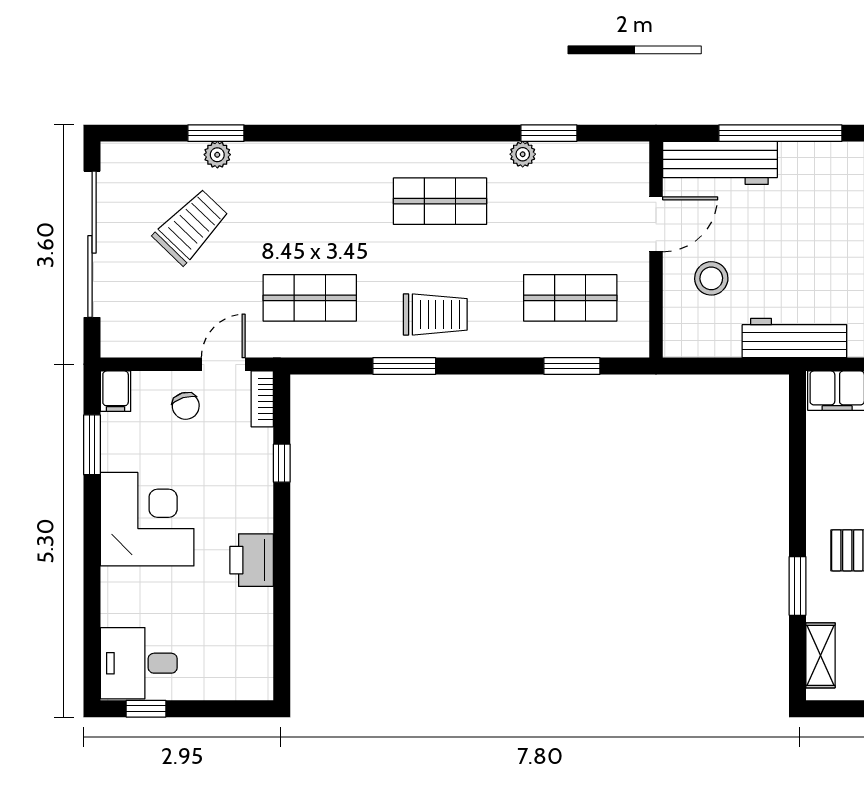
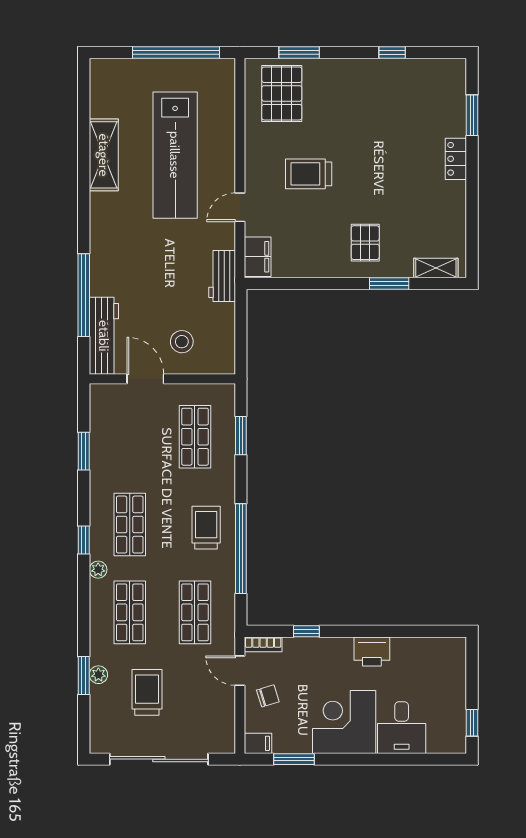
window: (417, 133) -> (84, 540), added
plant: (523, 154) -> (98, 570), moved
shop shelf: (310, 201) -> (130, 612), added
trolley: (191, 227) -> (147, 692), turned 46
workbench: (794, 338) -> (222, 276), width x0.73
window: (404, 366) -> (241, 549), width x2.11
desk: (139, 663) -> (402, 728), moved

